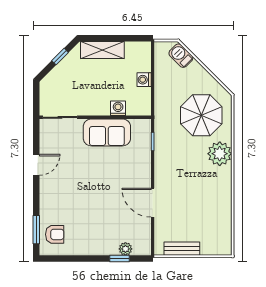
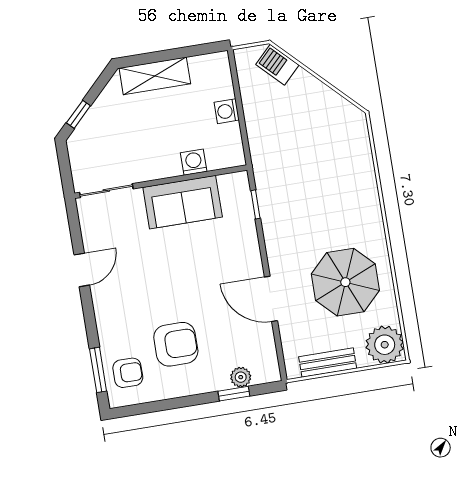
window: (60, 57) -> (78, 114), moved
parasol: (201, 115) -> (345, 282), moved
plant: (220, 154) -> (385, 345), moved
armchair: (88, 221) -> (176, 344), added

